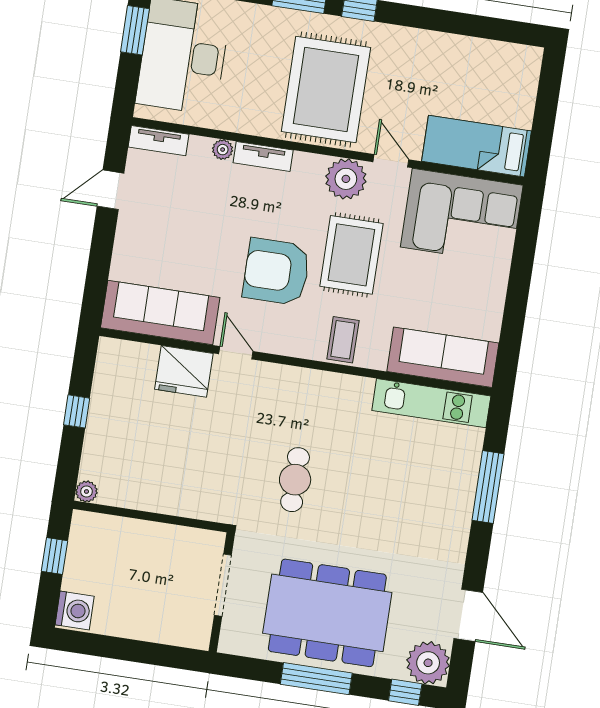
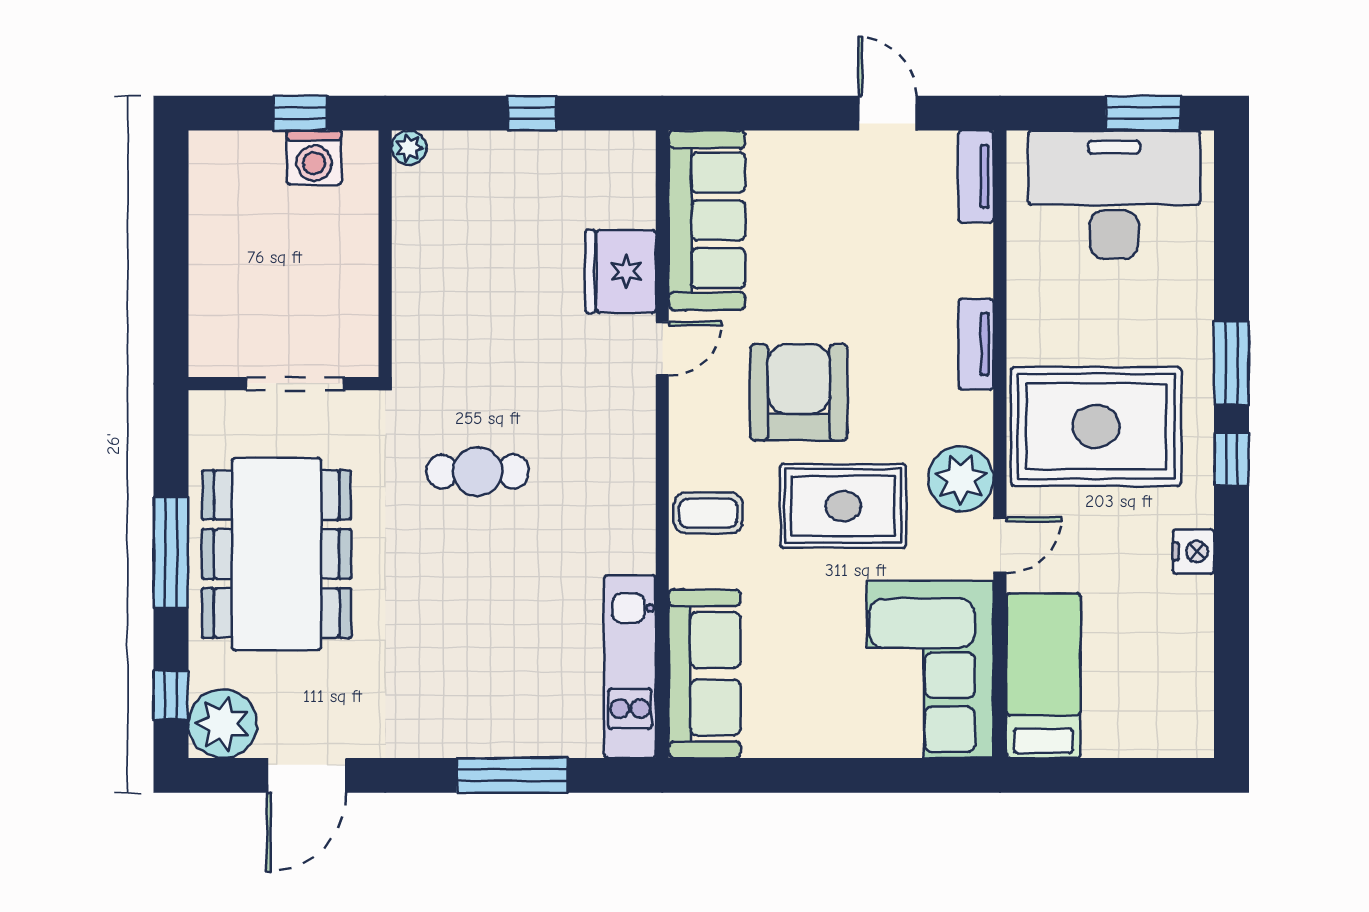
nightstand: (413, 41) -> (1194, 551), added
plant: (223, 150) -> (977, 279), removed
washing machine: (75, 610) -> (314, 158), moved

